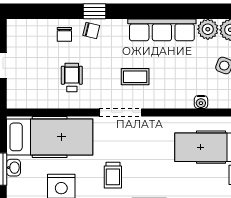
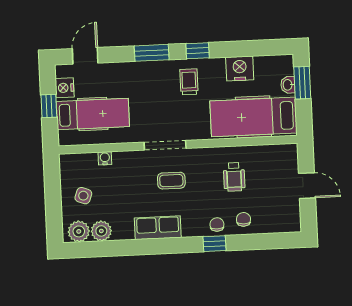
chair: (91, 30) -> (217, 224), turned 76
row of seats: (162, 30) -> (158, 228), width x0.68
doorway: (120, 112) -> (165, 145), moved

